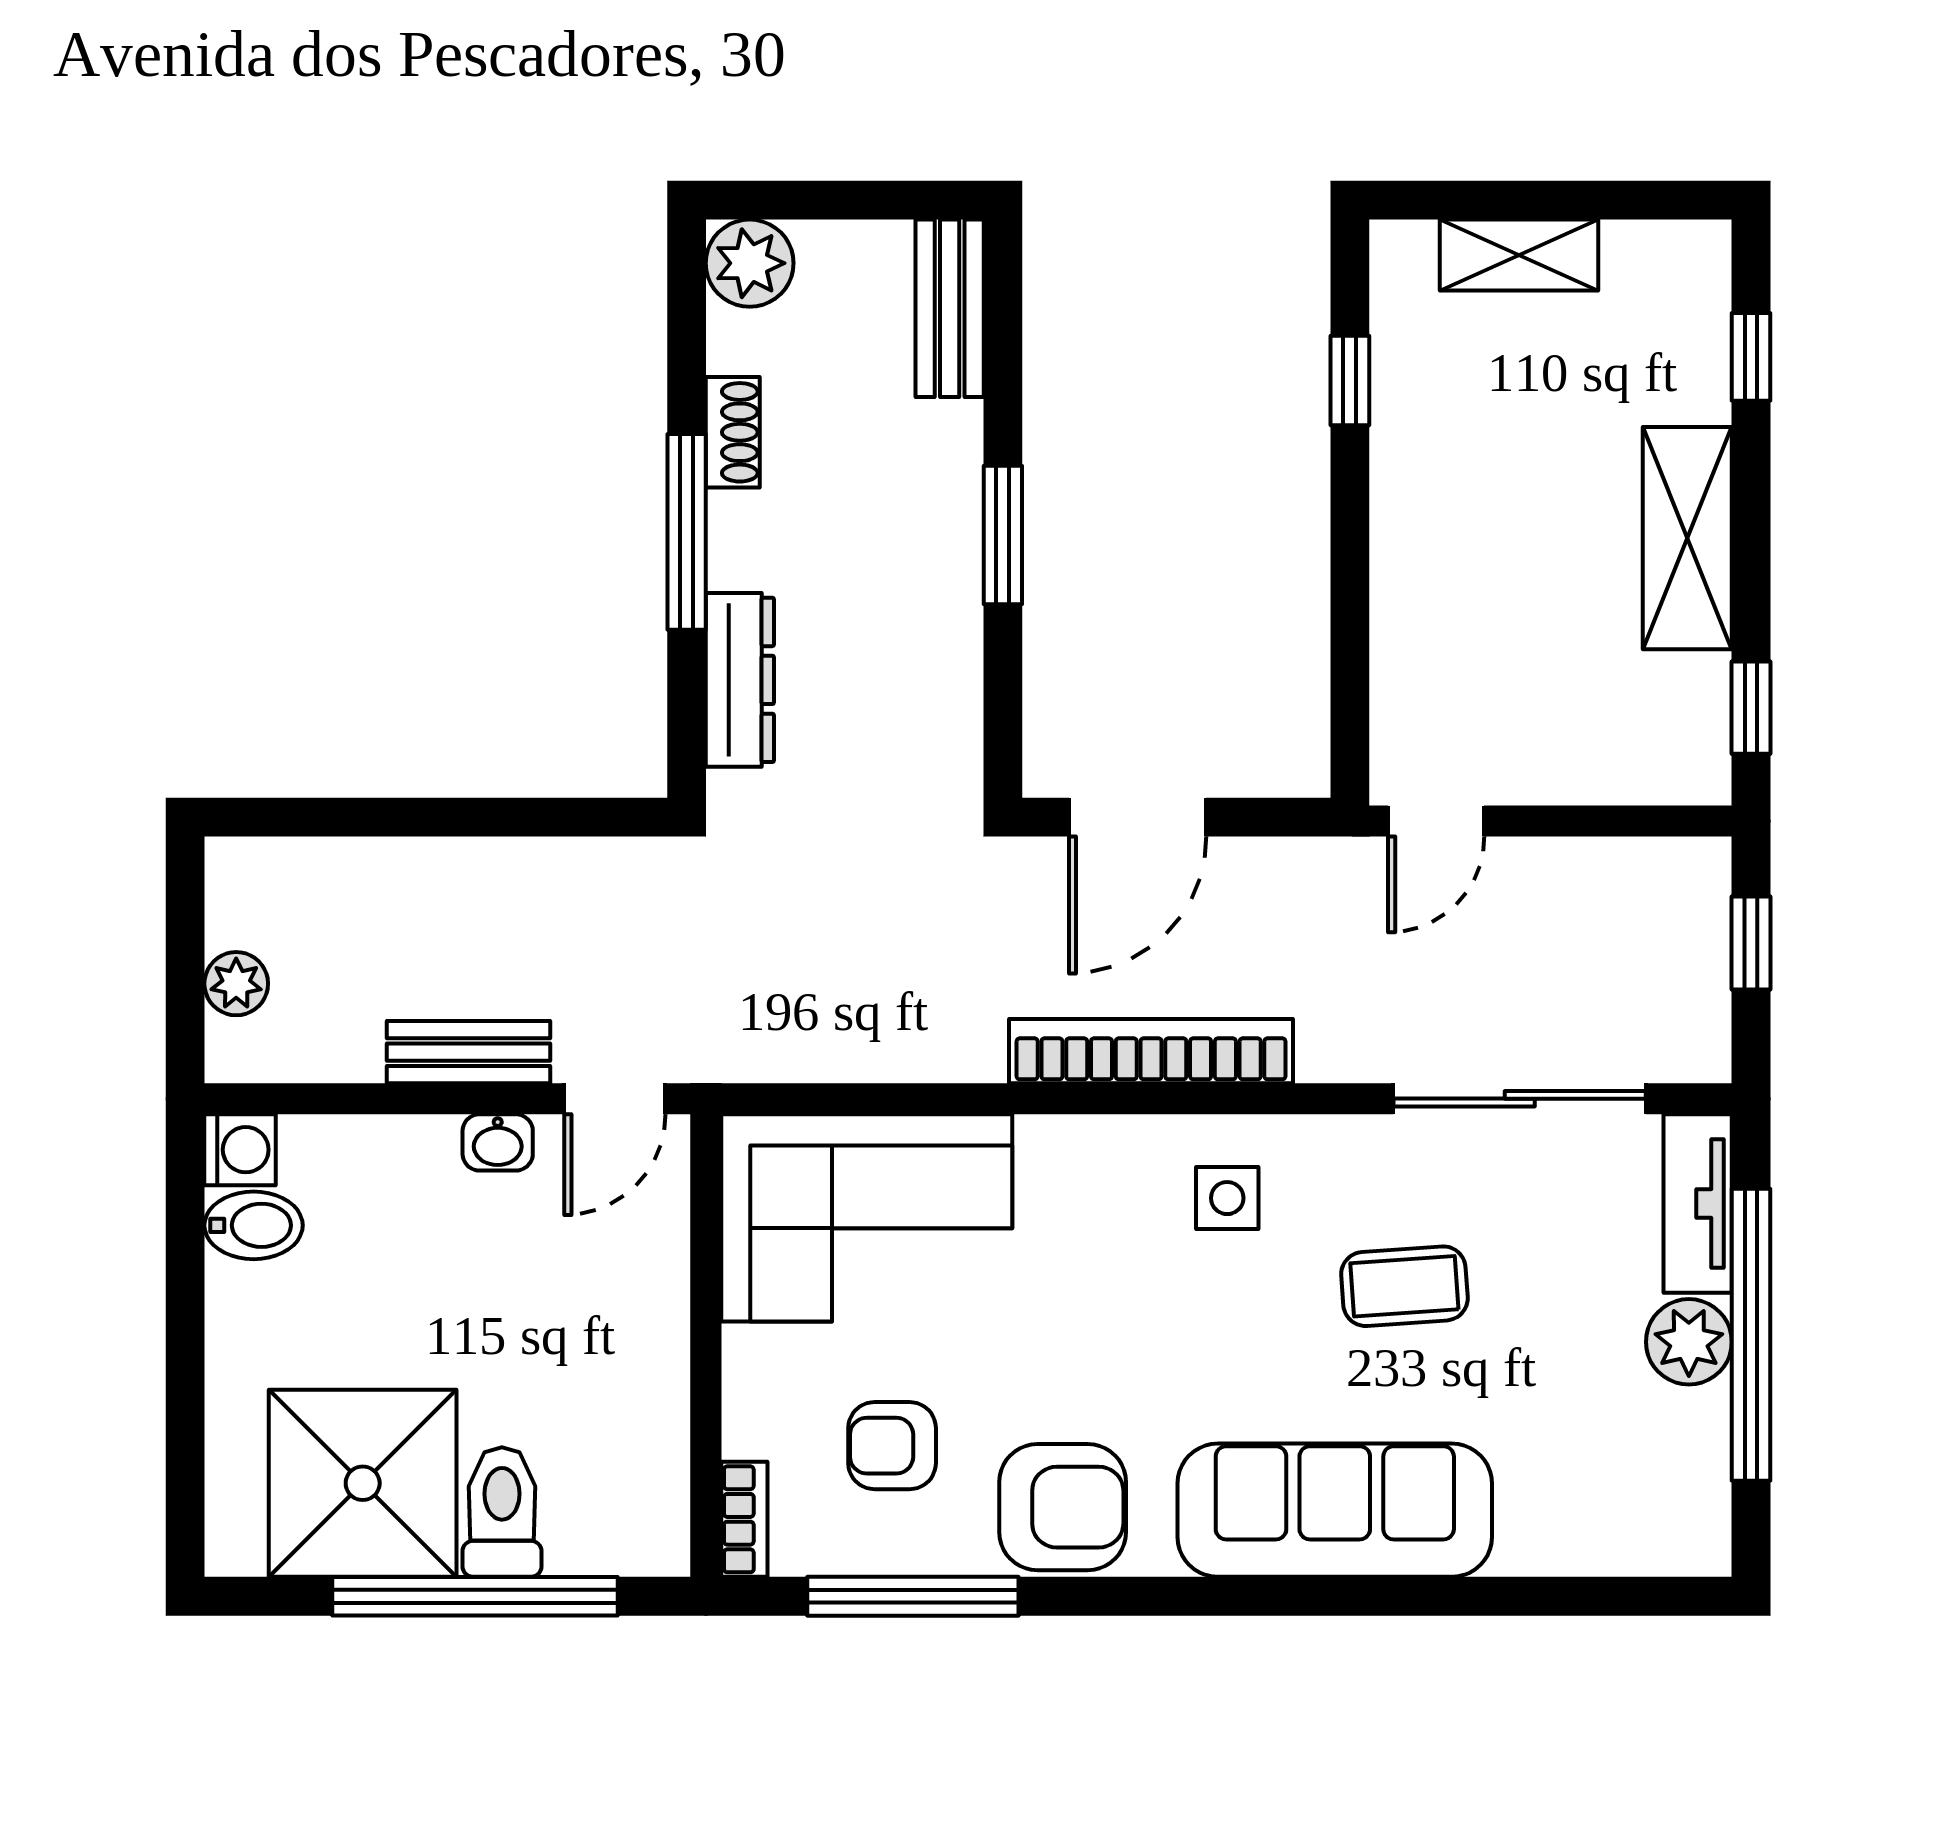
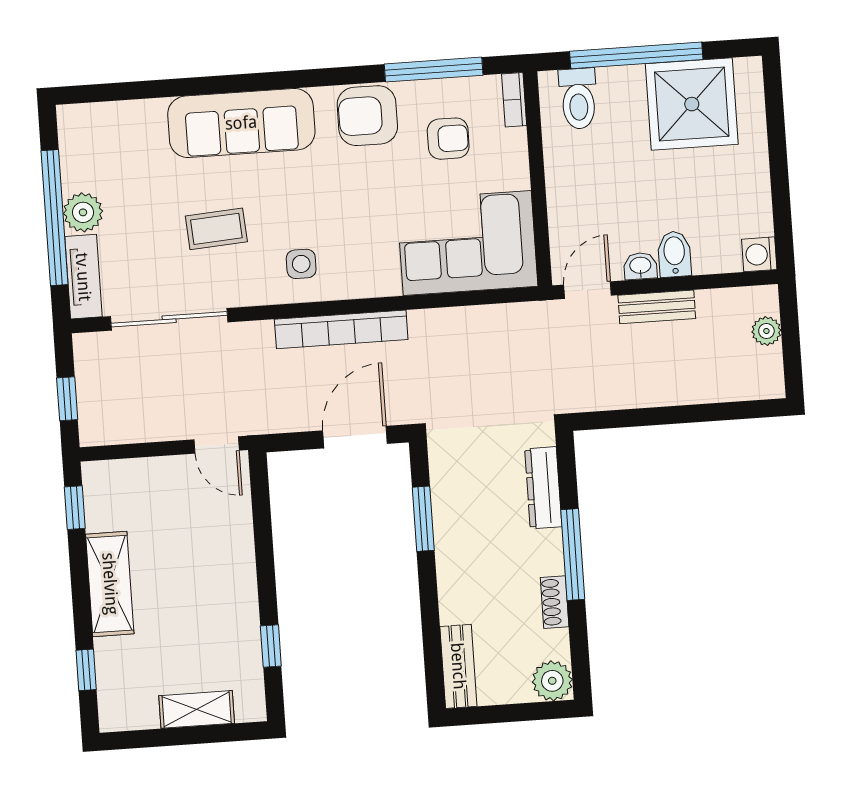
window: (1003, 535) -> (423, 519), moved
door: (1436, 821) -> (217, 445), swing flipped
bidet: (254, 1225) -> (674, 254), moved, turned 90
toilet: (502, 1512) -> (578, 99), moved

